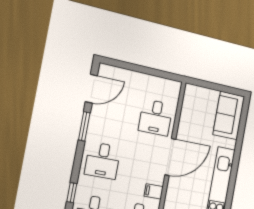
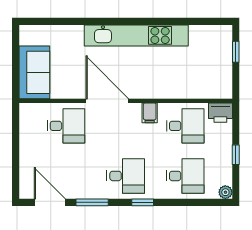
sofa: (229, 115) -> (34, 72), moved, turned -90
window: (72, 193) -> (143, 202), moved

